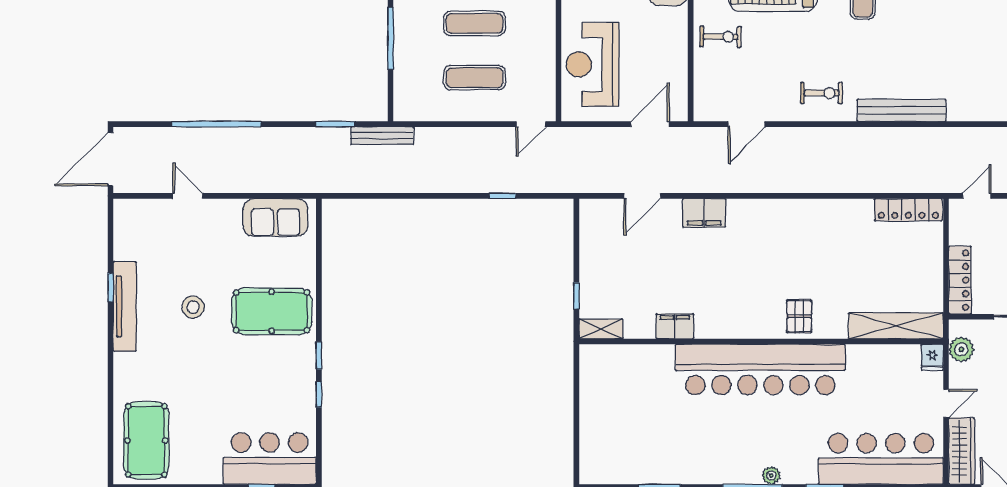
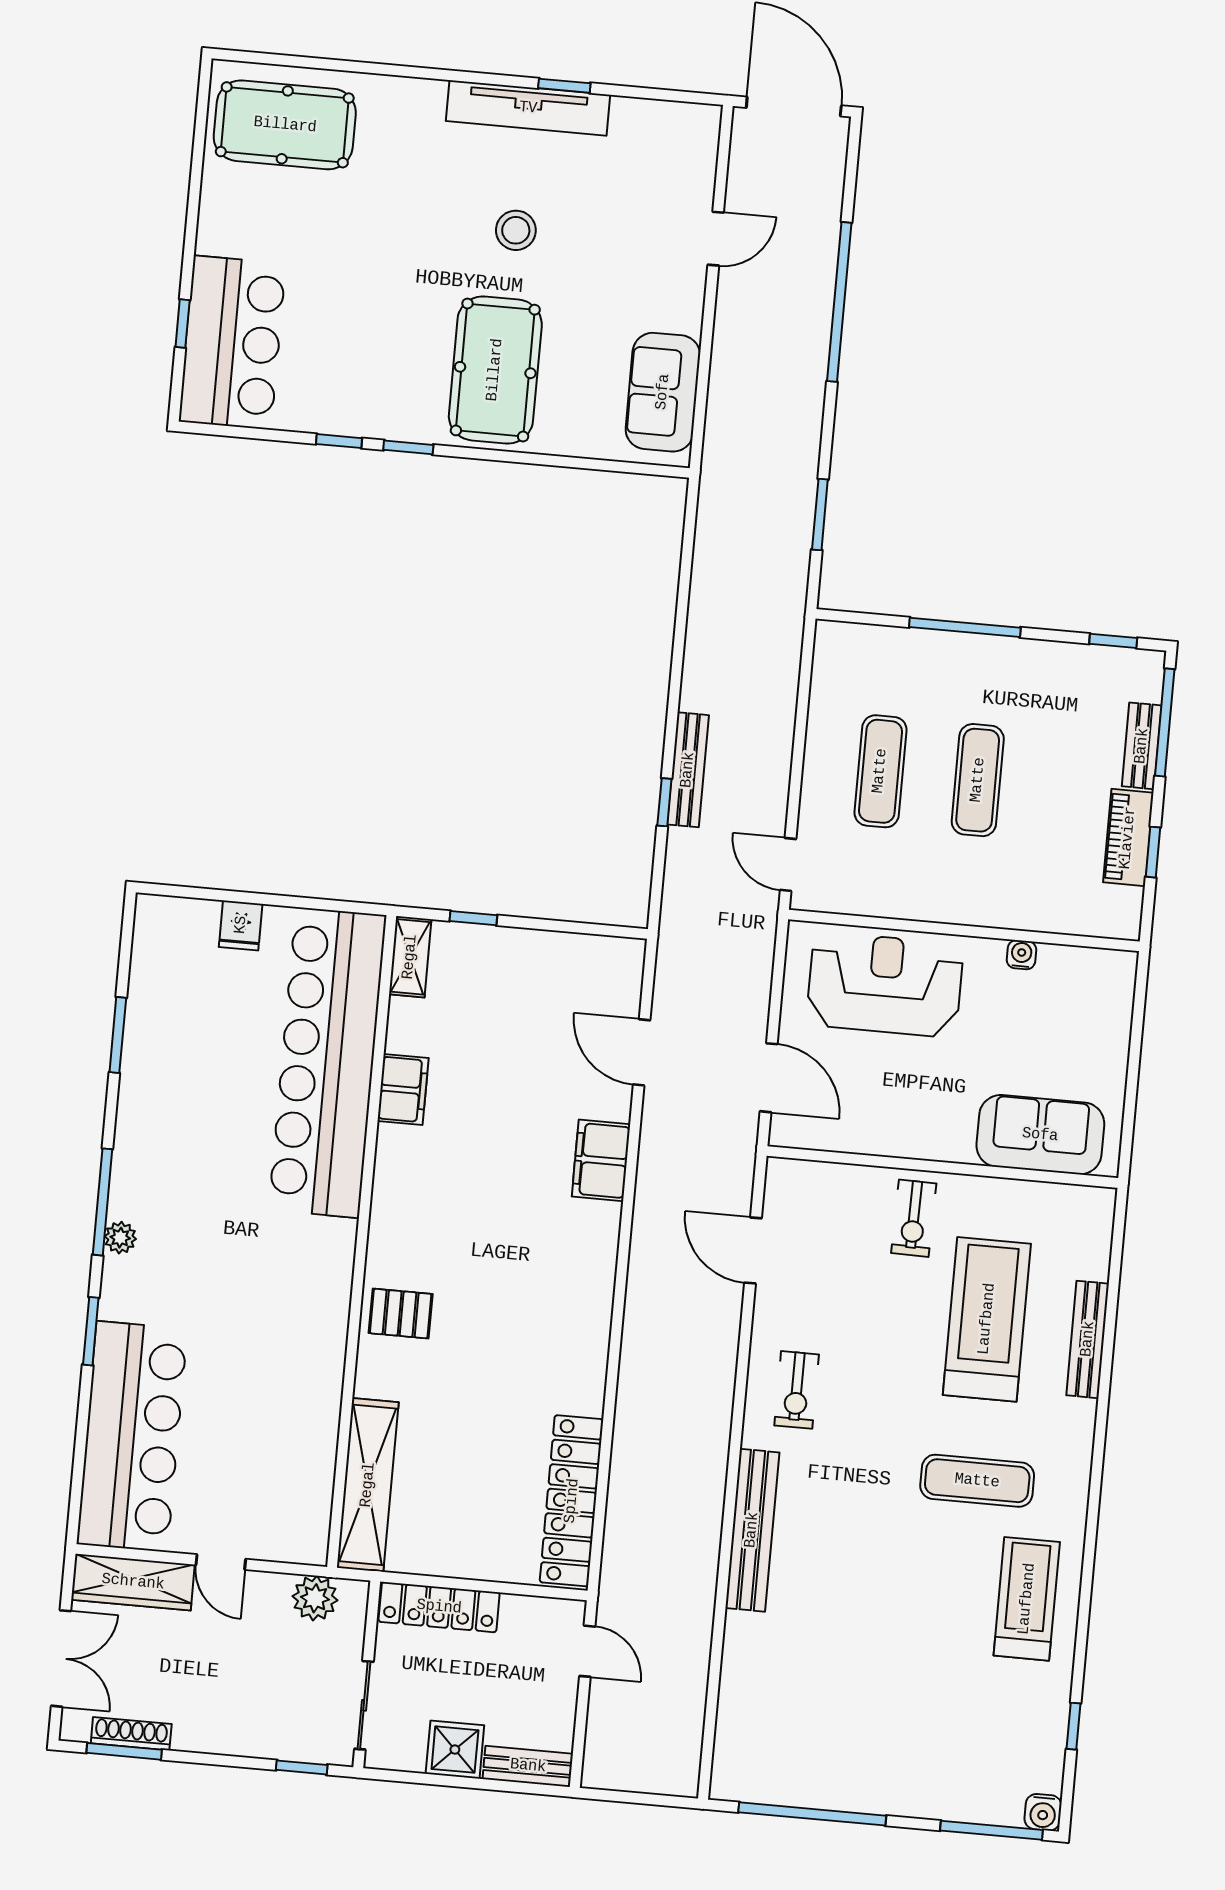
bench: (382, 136) -> (688, 770), moved
locker: (908, 210) -> (572, 1501), width x1.41, depth x1.21
fridge: (932, 357) -> (241, 925), moved, turned -90
bar counter: (760, 369) -> (327, 1063), moved

